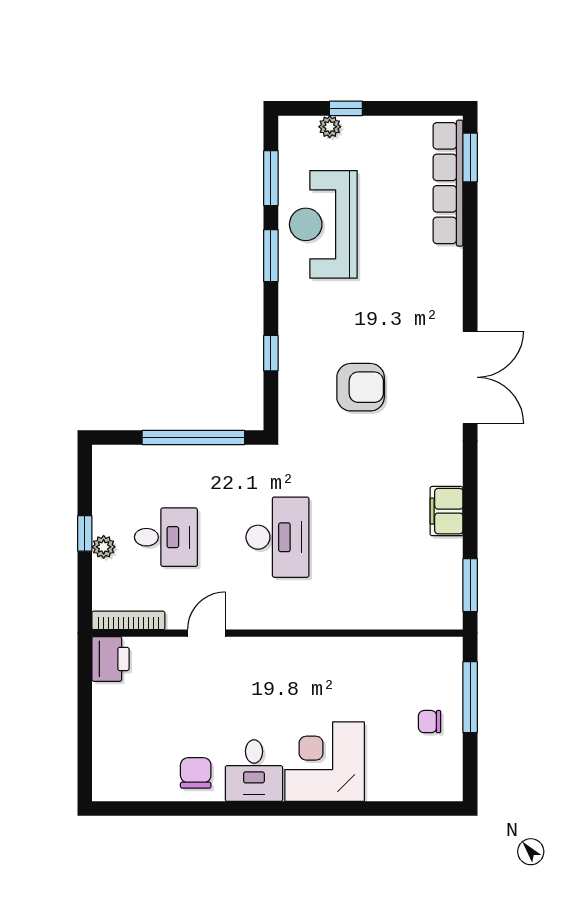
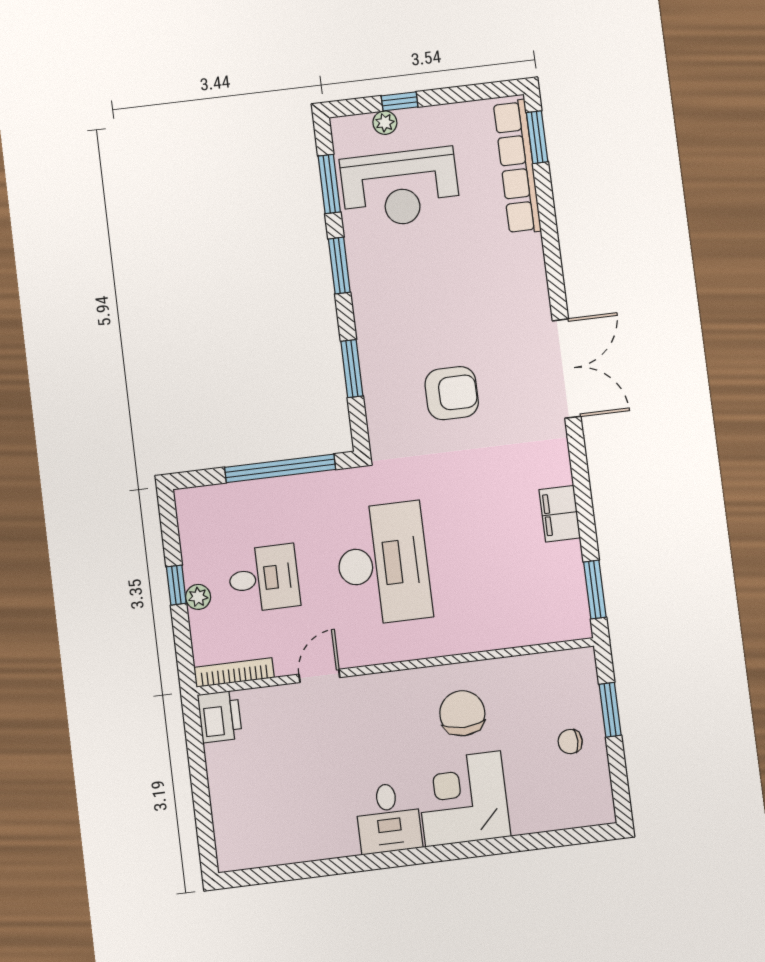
reception desk: (323, 224) -> (400, 188), moved, turned -90
window: (271, 353) -> (352, 369), width x1.50
desk: (277, 537) -> (383, 564), width x1.36, depth x1.30
window: (470, 697) -> (610, 710), width x0.69
chair: (196, 773) -> (462, 713), moved, width x1.37, depth x1.37

